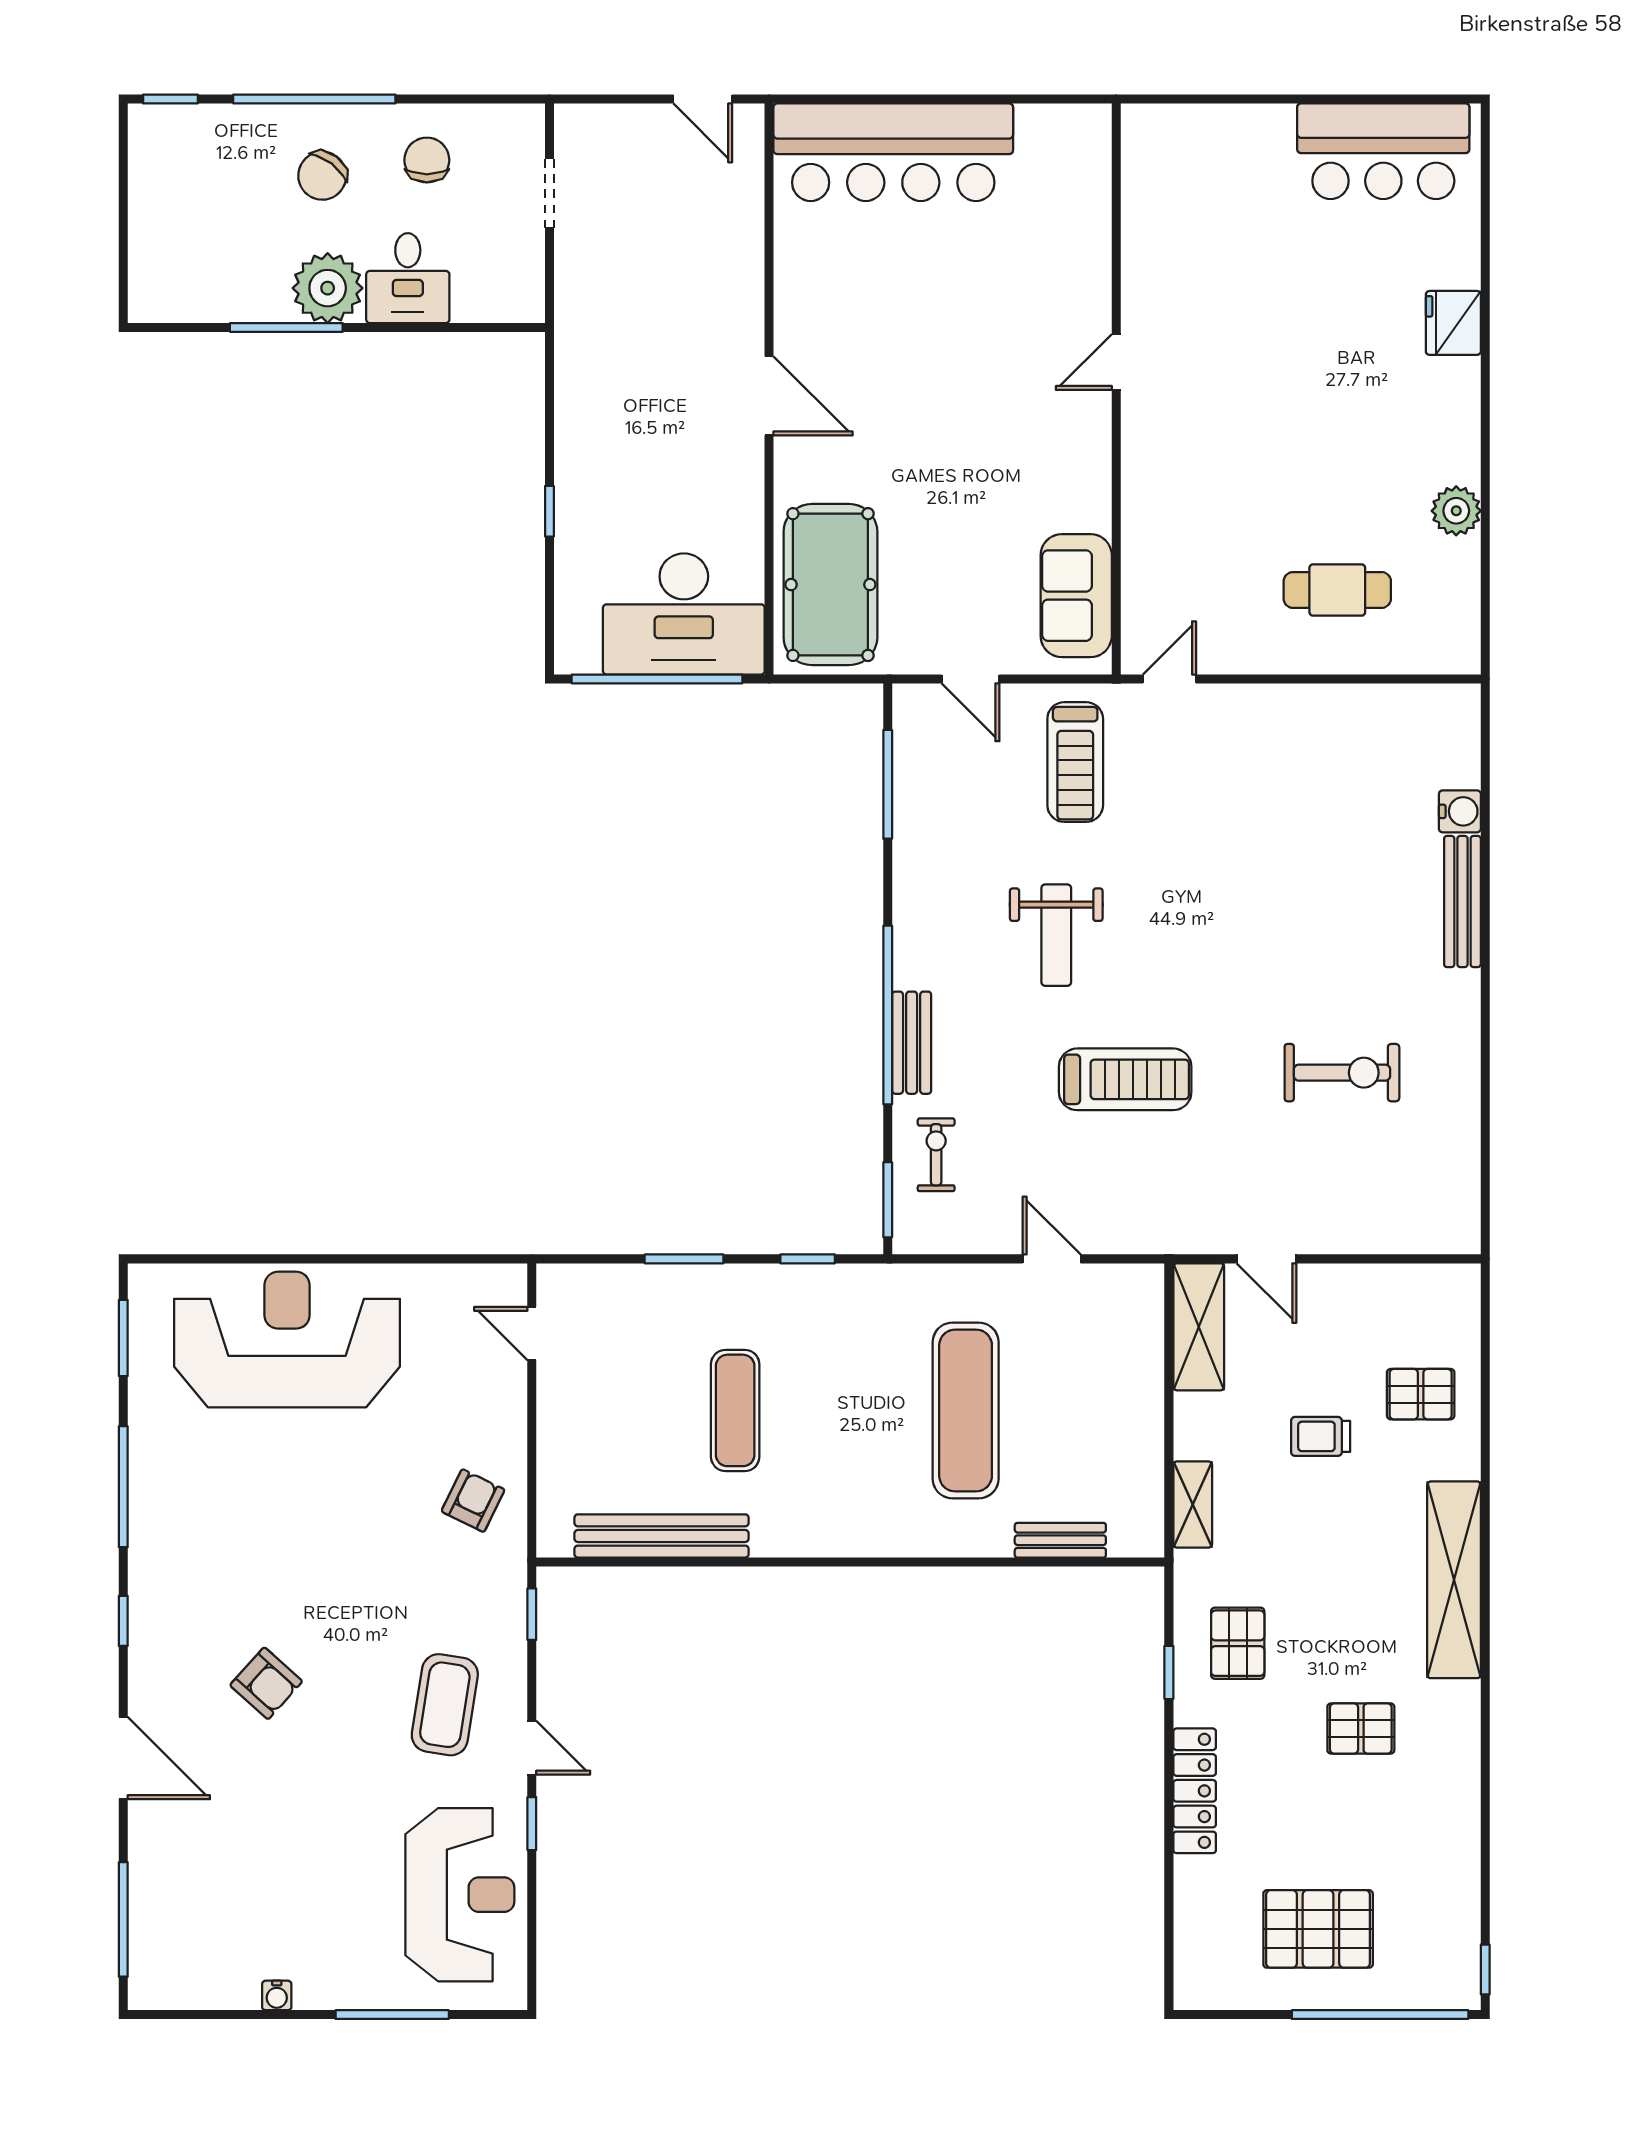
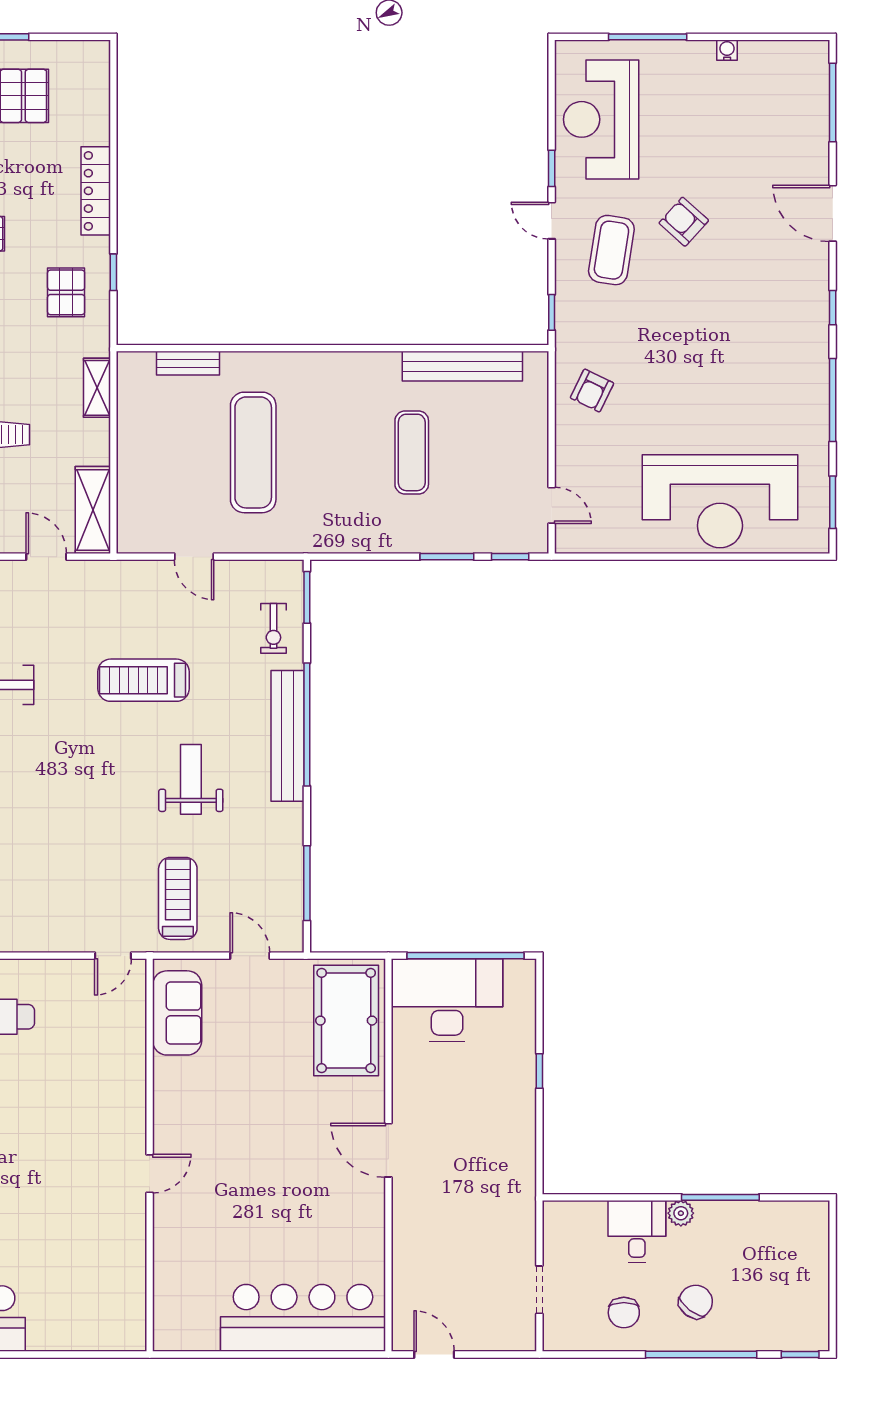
plant: (328, 288) -> (681, 1213), width x0.53, depth x0.53
bench: (912, 1043) -> (287, 736), width x1.86, depth x1.21
window: (808, 1259) -> (510, 557), moved
armchair: (266, 1683) -> (684, 222), moved

